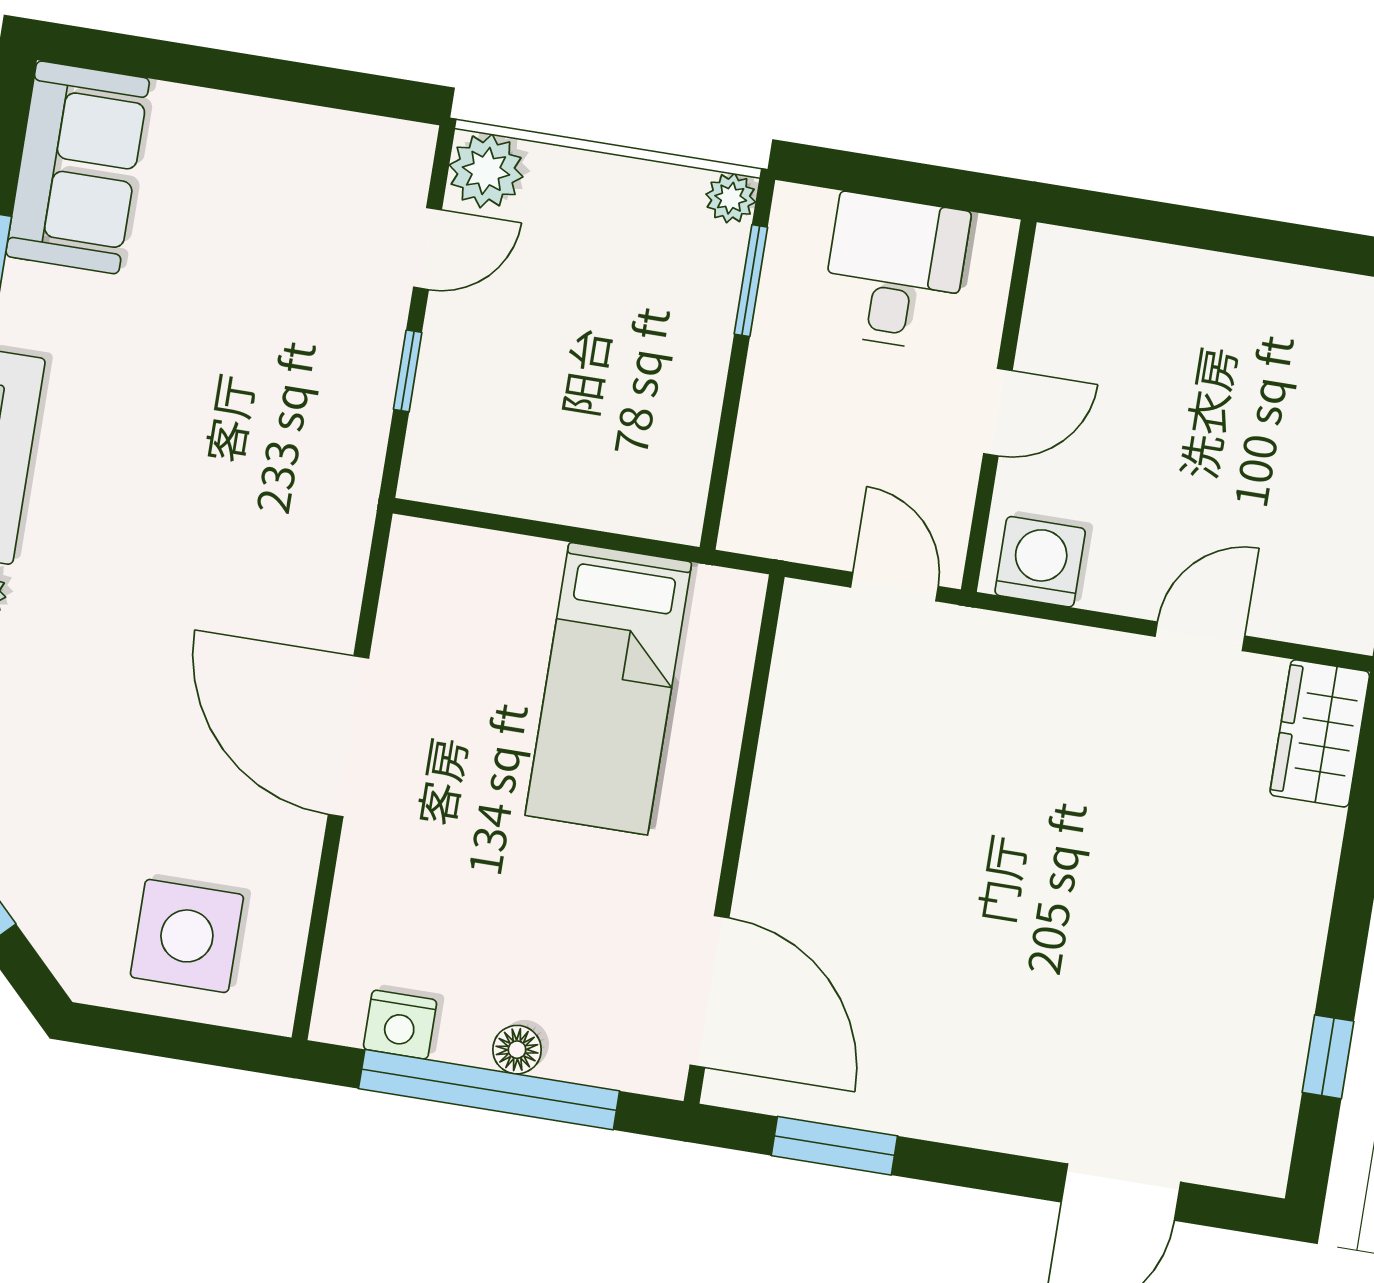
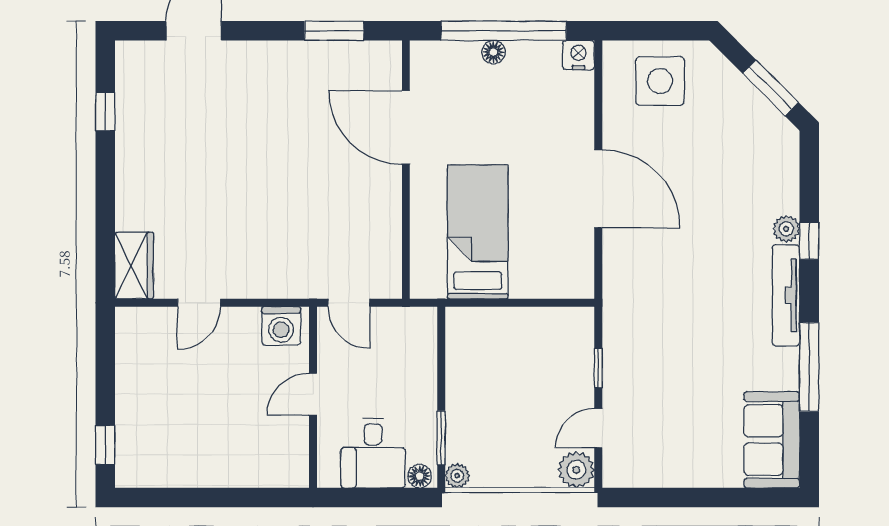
floor lamp: (807, 210) -> (420, 476), added
door: (709, 992) -> (406, 127), moved
nightstand: (400, 1025) -> (578, 55), moved

